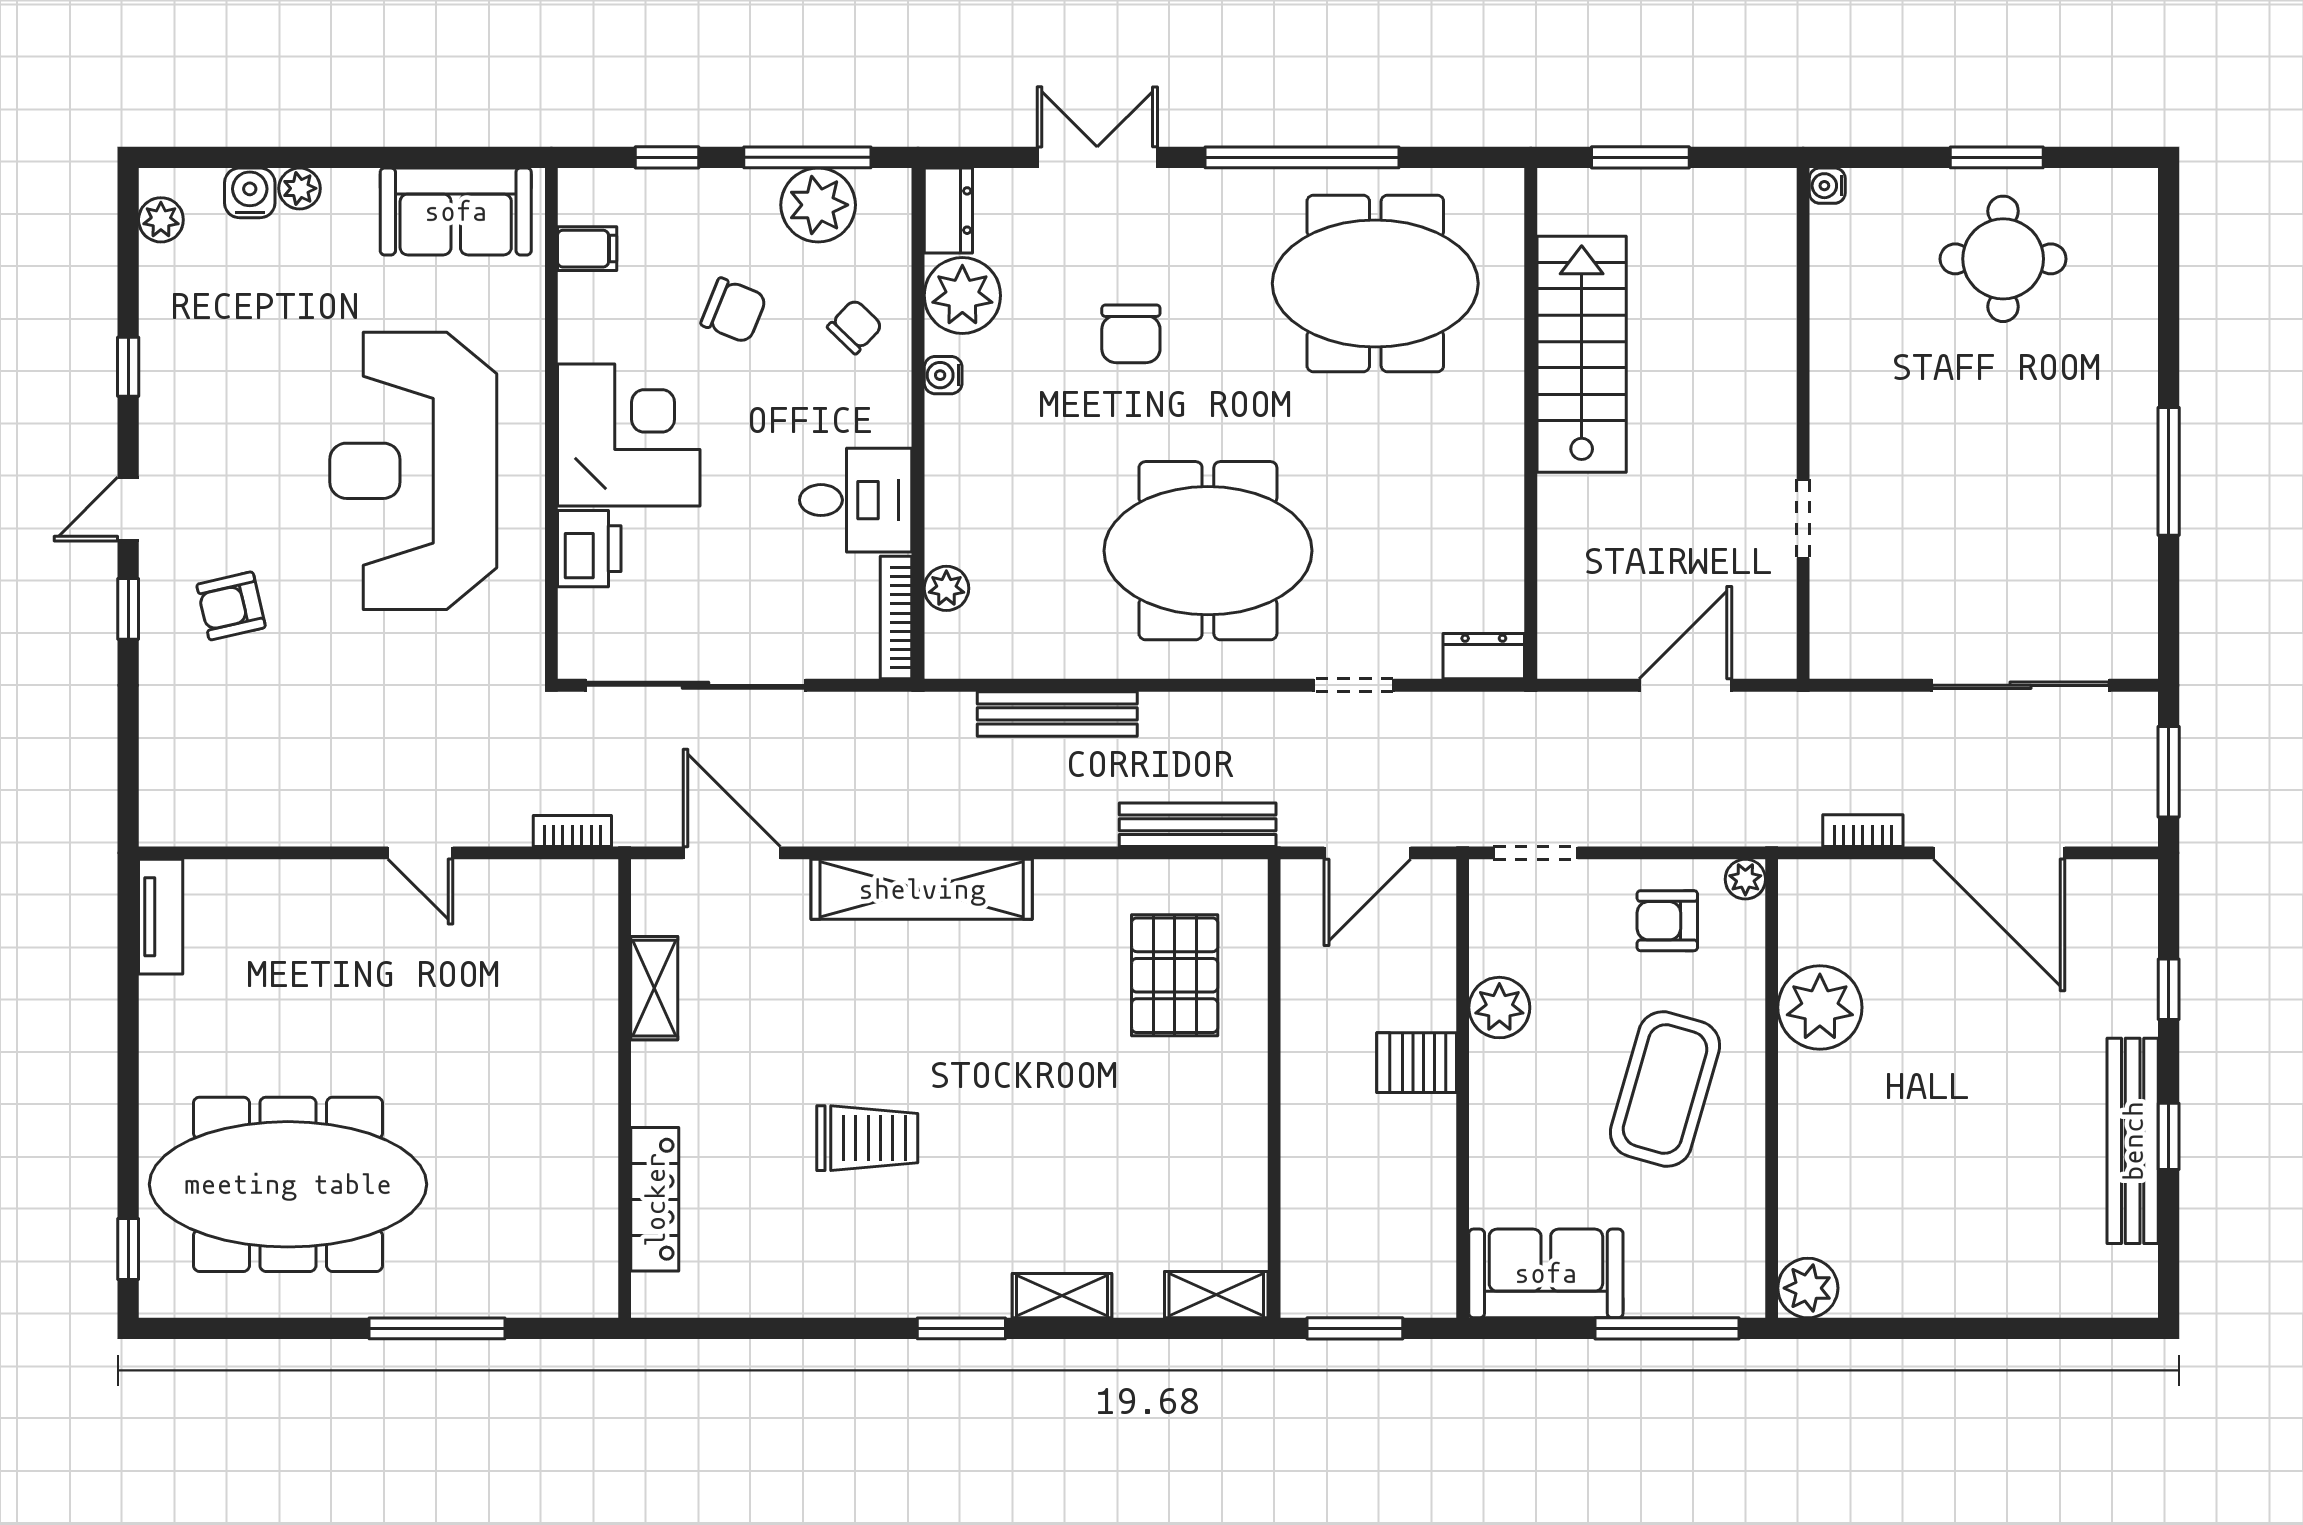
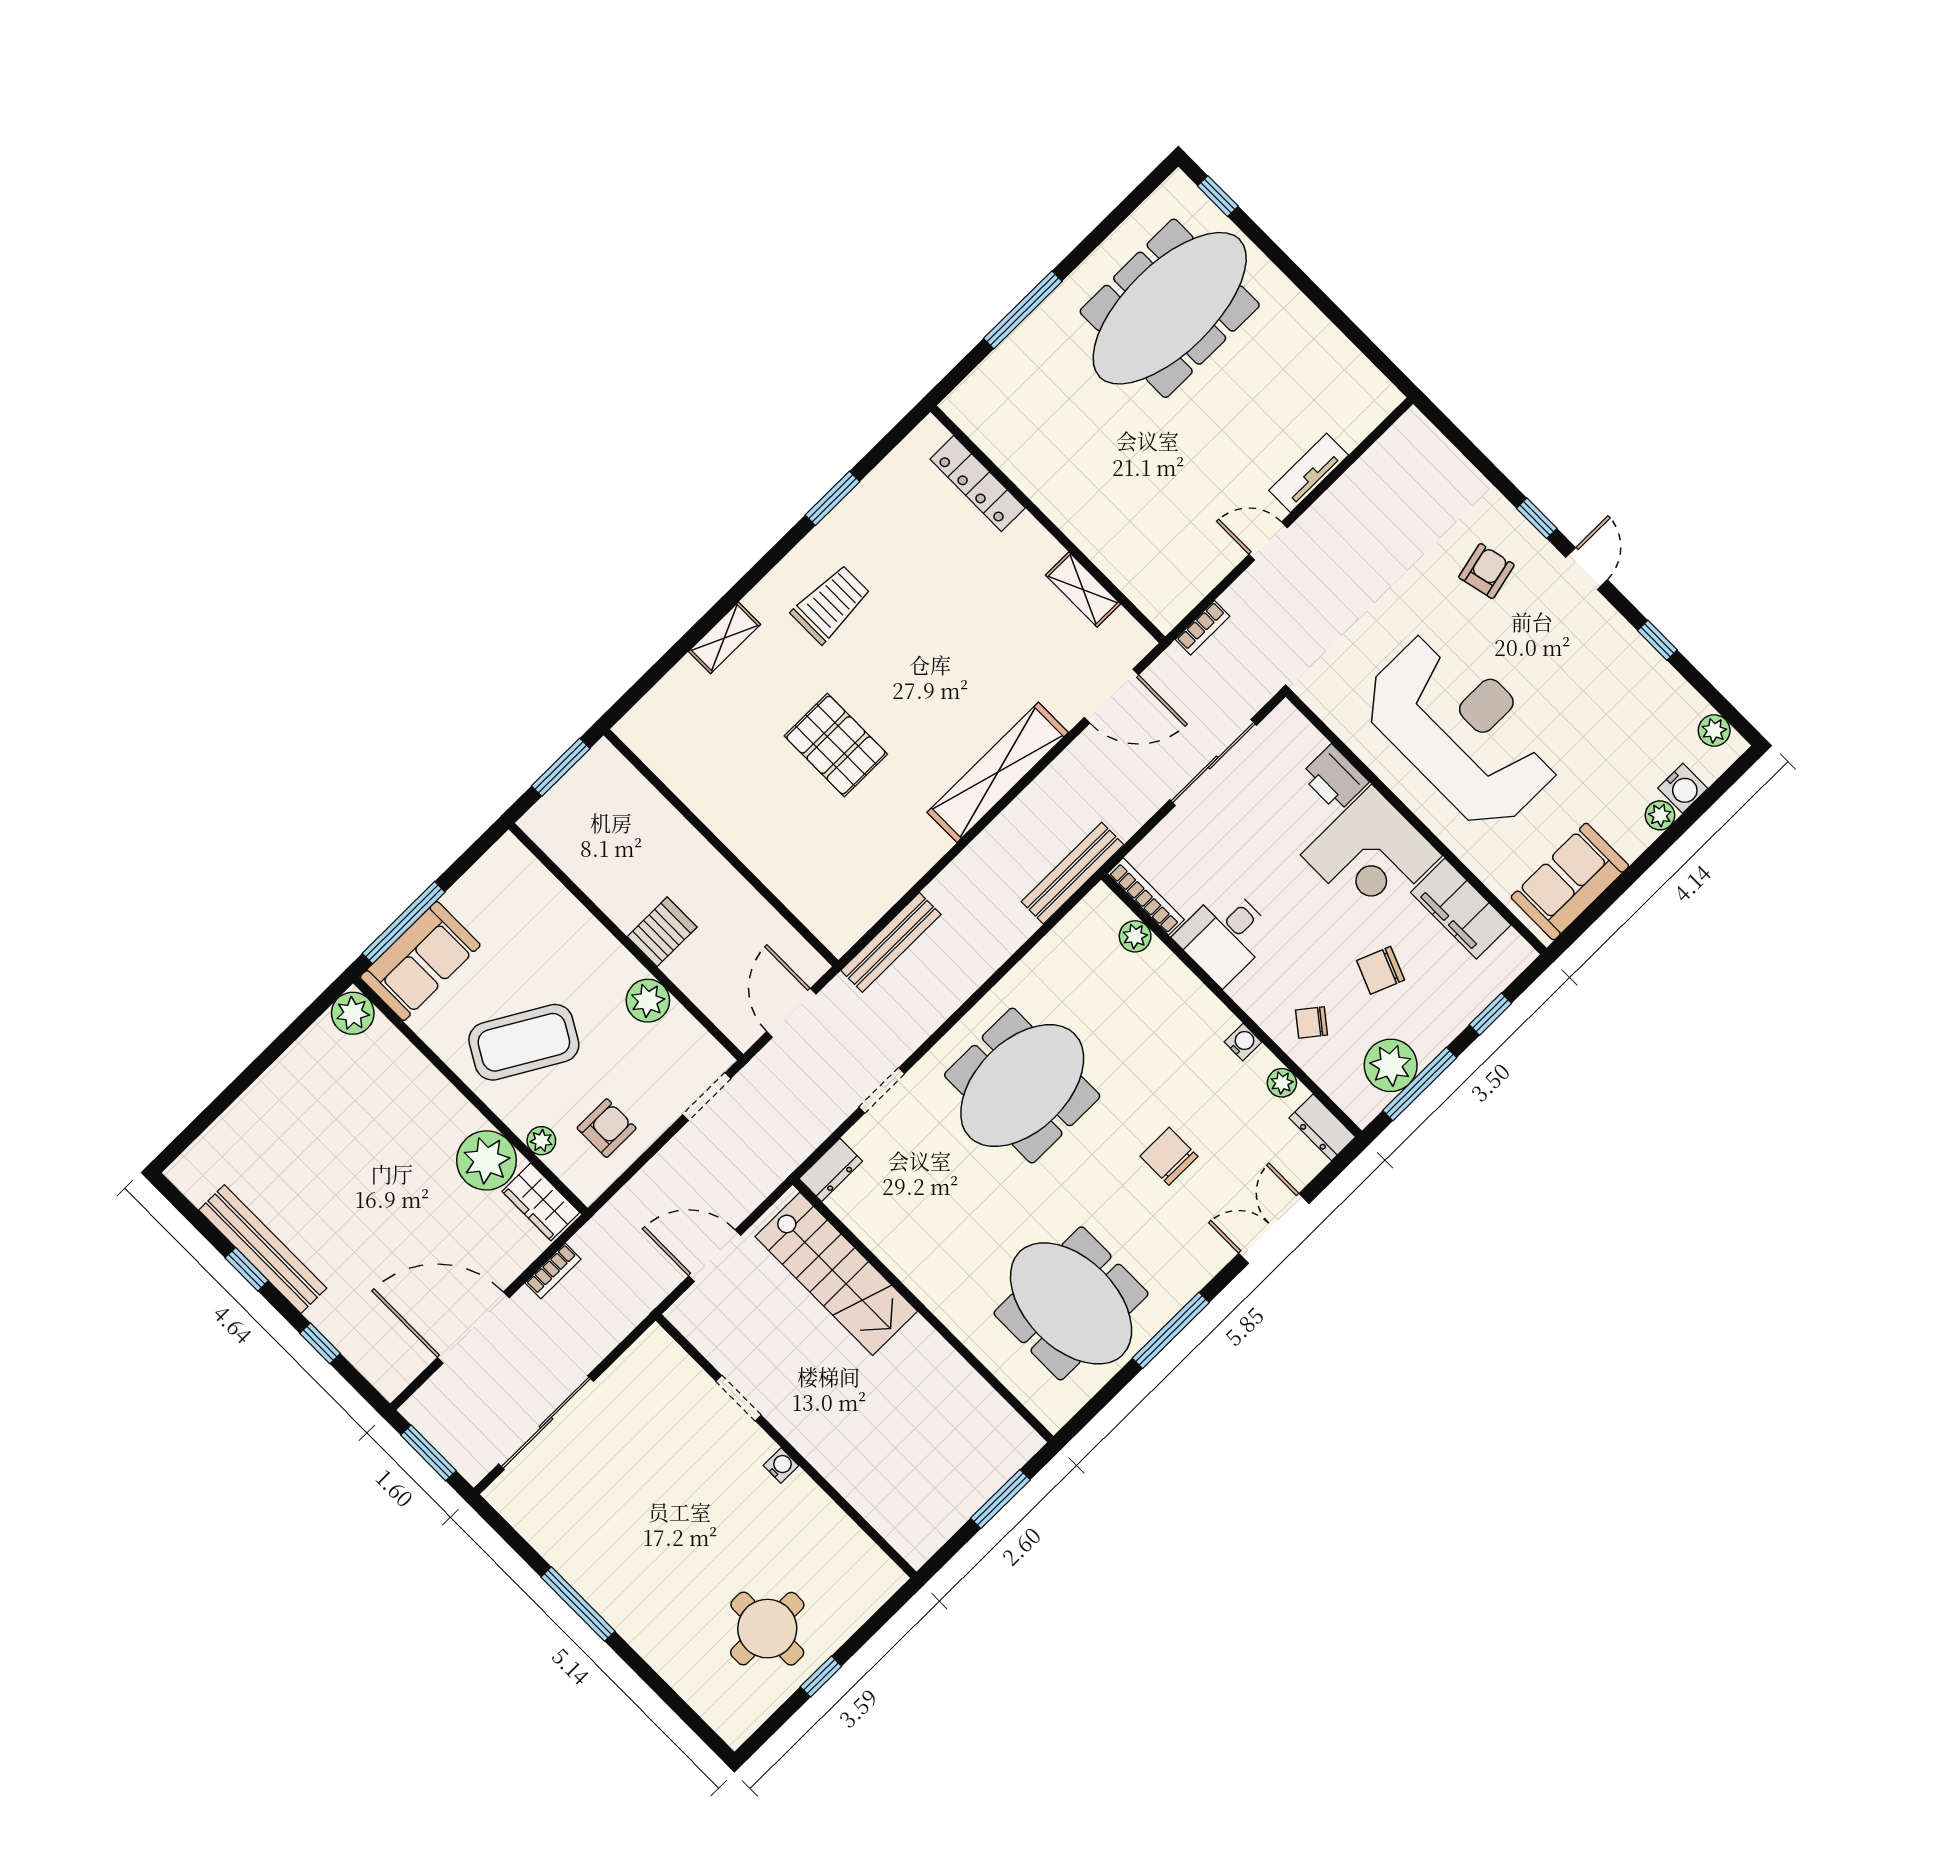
double door: (1097, 157) -> (1274, 1228), swing flipped
window: (1302, 157) -> (1171, 1330), width x0.68
window: (1997, 157) -> (821, 1677), width x0.67
water cooler: (1827, 186) -> (781, 1465), moved
filing cabinet: (587, 249) -> (1461, 909), width x3.00, depth x1.17
meeting table: (1375, 283) -> (1071, 1303), turned 90
plant: (962, 296) -> (1282, 1083), width x0.53, depth x0.53
chair: (855, 327) -> (1312, 1022), turned 84
stairs: (1582, 354) -> (836, 1274), moved
sliding door: (696, 685) -> (1213, 762), width x0.73
door: (1685, 685) -> (715, 1256), swing flipped
bench: (1057, 714) -> (1072, 873), moved
plant: (1745, 879) -> (541, 1141), moved
wardrobe: (1807, 912) -> (541, 1202), added
tv unit: (161, 917) -> (1309, 473), moved, turned 90
pallet: (1175, 975) -> (836, 745), moved
coffee table: (1665, 1089) -> (524, 1042), turned -76
trolley: (867, 1138) -> (831, 604), moved, turned 180
sofa: (1546, 1273) -> (420, 961), moved
shelving: (1216, 1295) -> (647, 715), removed
window: (961, 1328) -> (832, 498), moved

